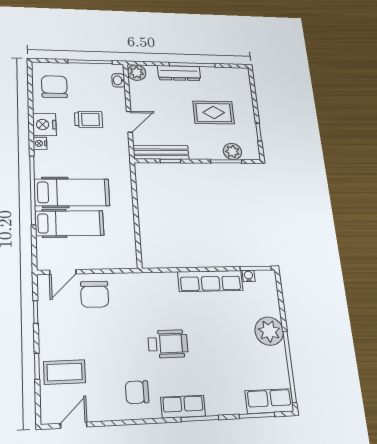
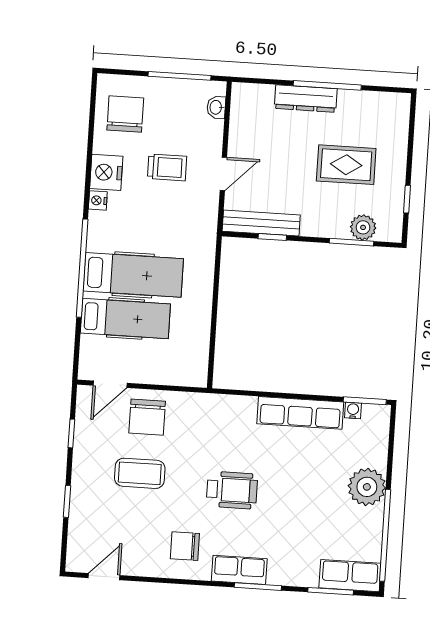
plant: (137, 73) -> (244, 96), removed
coffee table: (65, 372) -> (140, 473), moved

